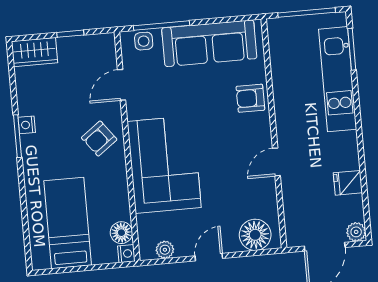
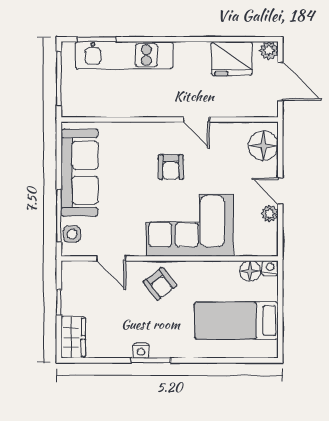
armchair: (250, 98) -> (171, 167), moved
fridge: (348, 183) -> (232, 59), width x1.88, depth x1.34
plant: (165, 250) -> (270, 214), moved

